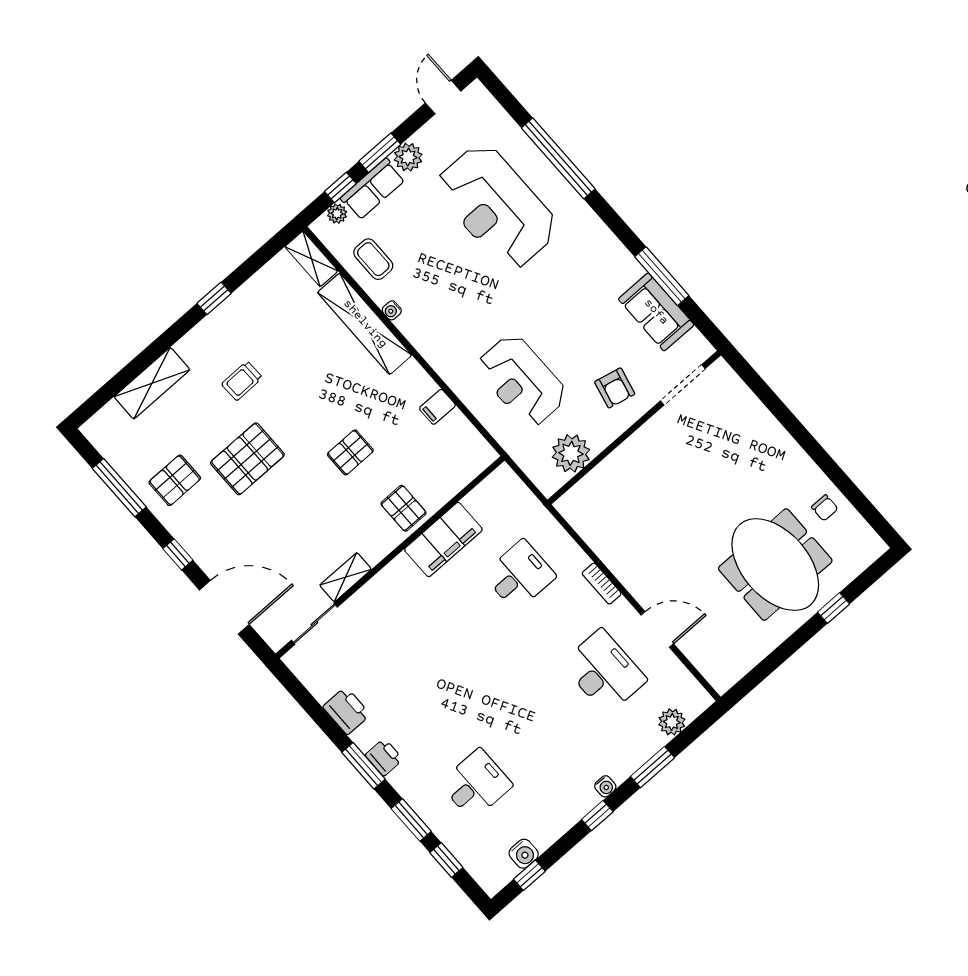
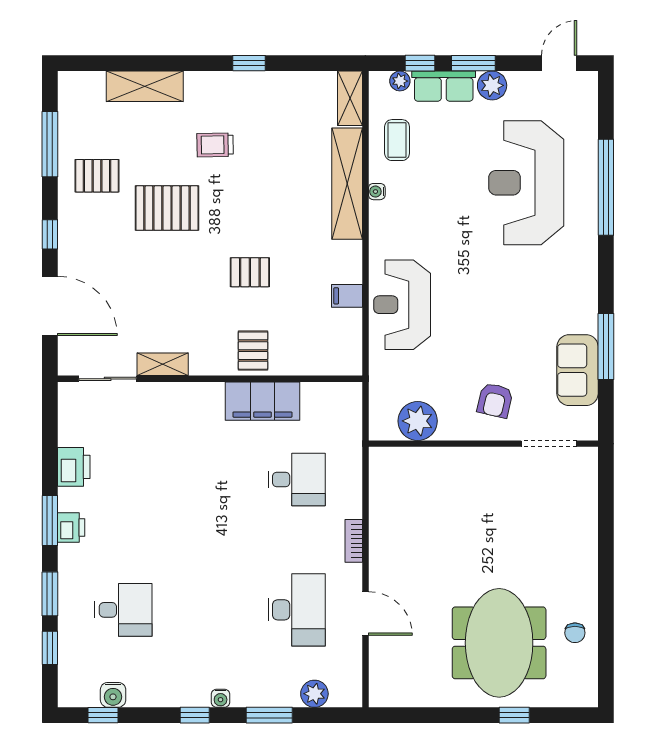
reception desk: (522, 381) -> (402, 305), moved

